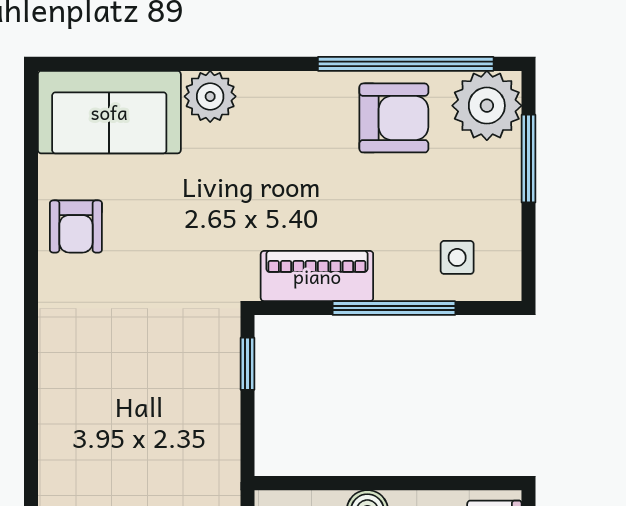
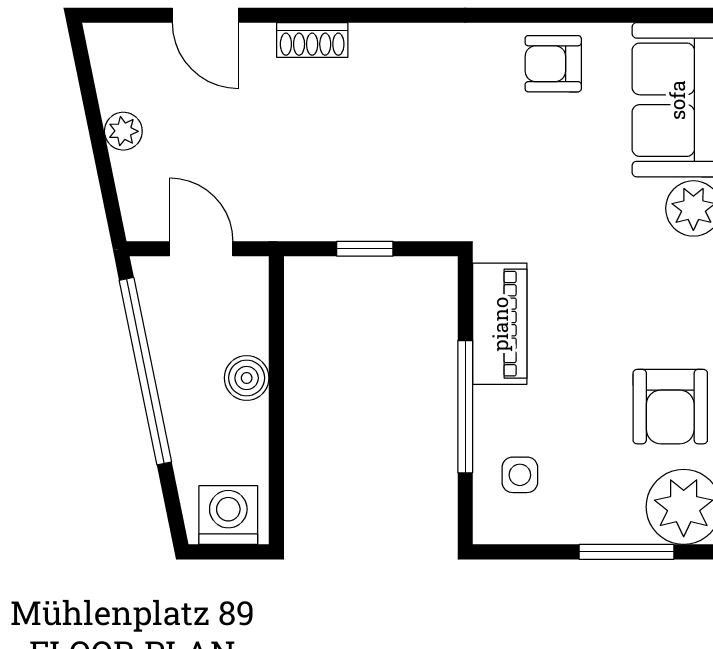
window: (248, 364) -> (365, 249), moved
shoe rack: (54, 450) -> (312, 40), added

